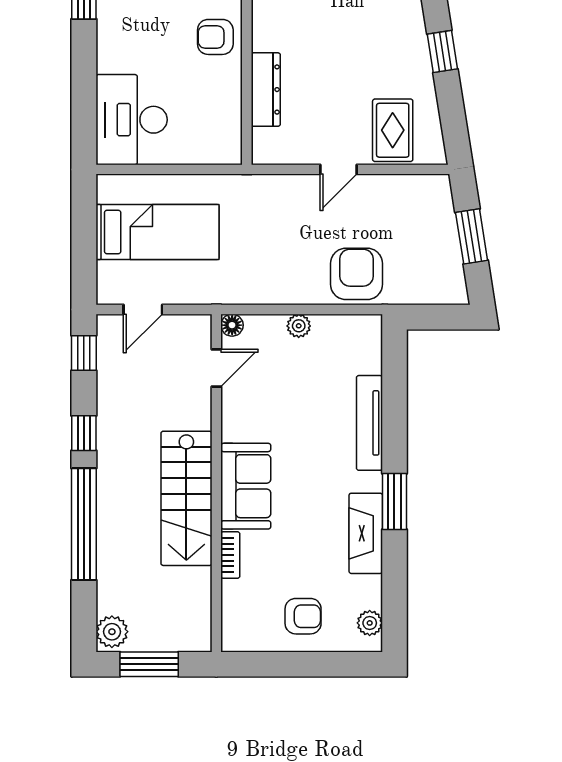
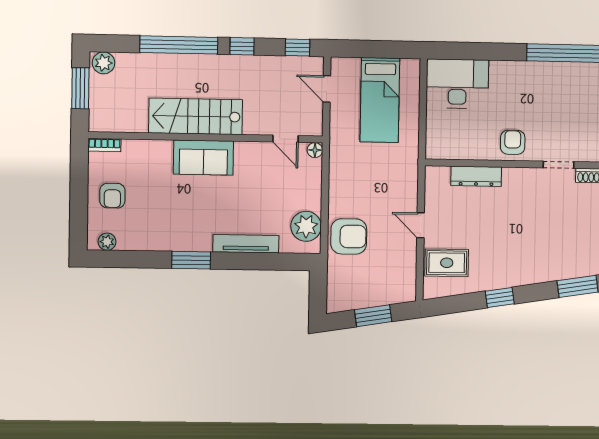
plant: (299, 326) -> (306, 226), moved, width x1.88, depth x1.88
fireplace: (366, 533) -> (169, 240), removed
bookcase: (230, 555) -> (104, 145), moved

